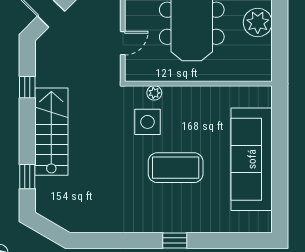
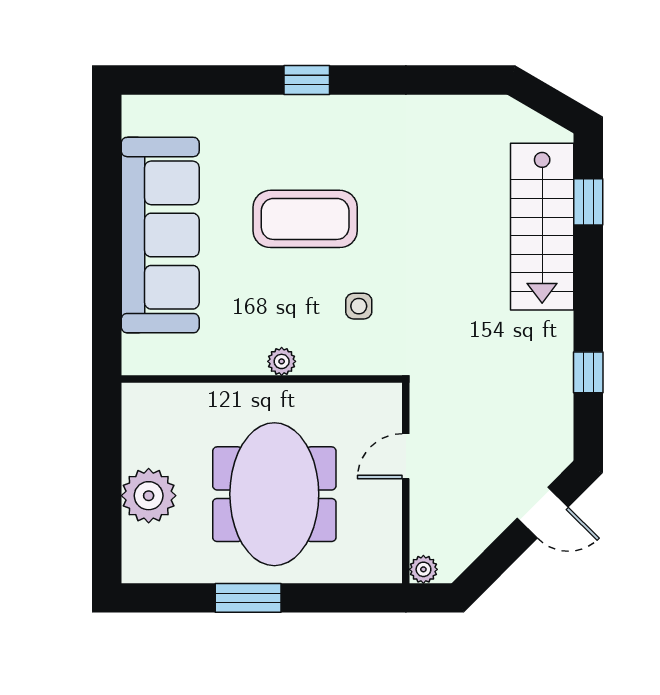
plant: (154, 93) -> (282, 361), moved
side table: (147, 122) -> (359, 306), width x0.54, depth x0.54
stairs: (51, 132) -> (542, 227), moved

